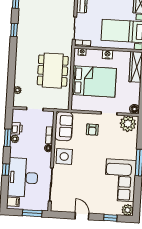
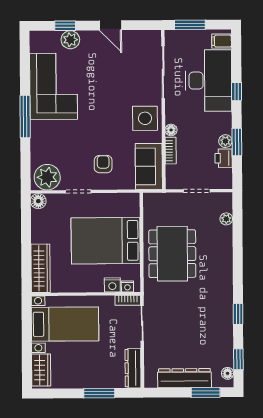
nightstand: (107, 54) -> (112, 285), moved
plant: (128, 210) -> (70, 40), moved

